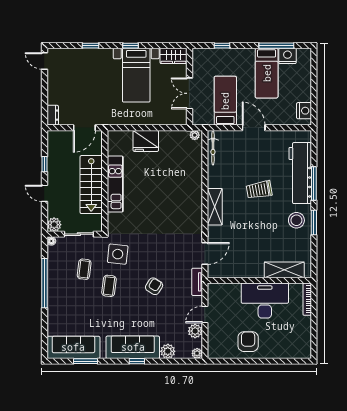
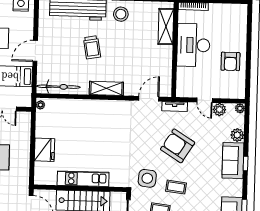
bicycle: (213, 148) -> (58, 87), width x1.37, depth x1.40
door: (205, 253) -> (149, 99), hinge flipped
armchair: (154, 286) -> (178, 146), width x1.88, depth x1.88
armchair: (248, 342) -> (230, 61), turned -90
sofa: (133, 347) -> (233, 160), width x0.73

